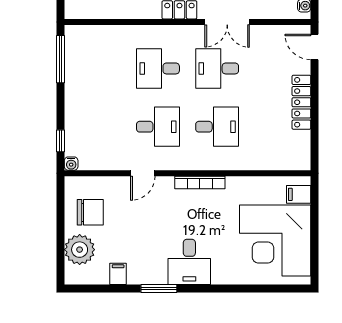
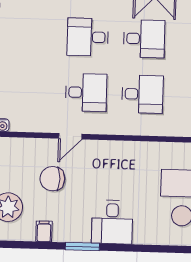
desk: (217, 68) -> (144, 39), turned 180
bookcase: (200, 183) -> (124, 147), removed
chair: (90, 212) -> (52, 179), moved, turned 180

